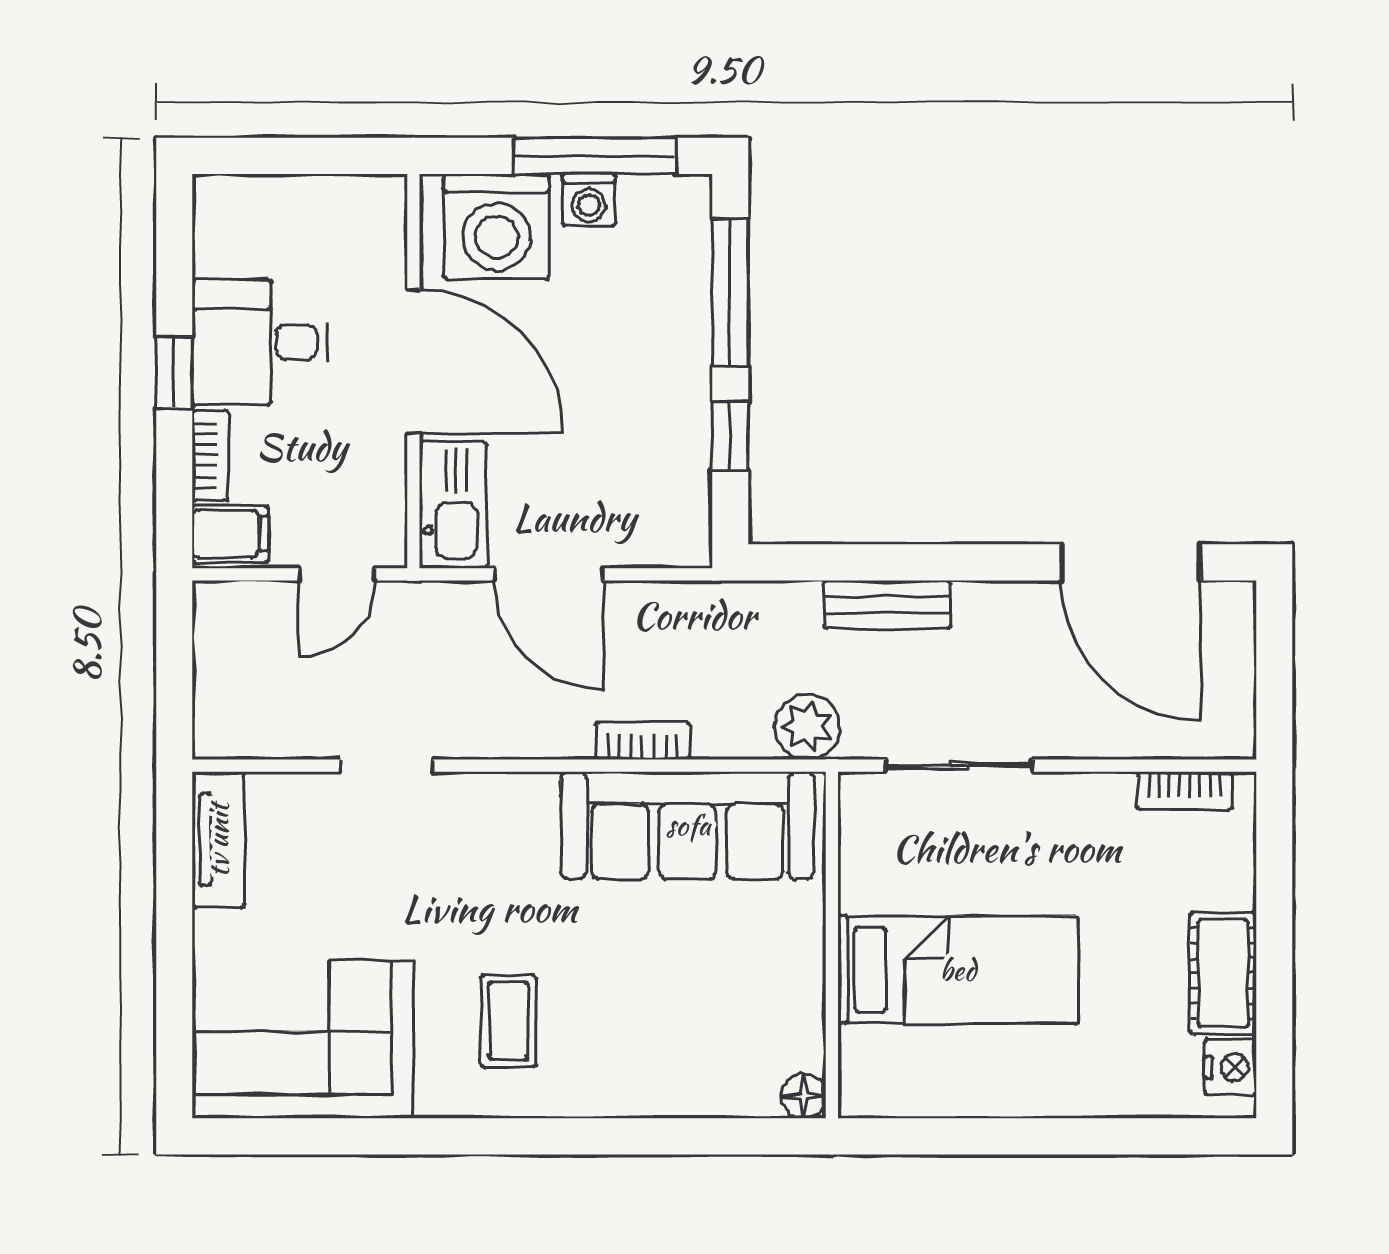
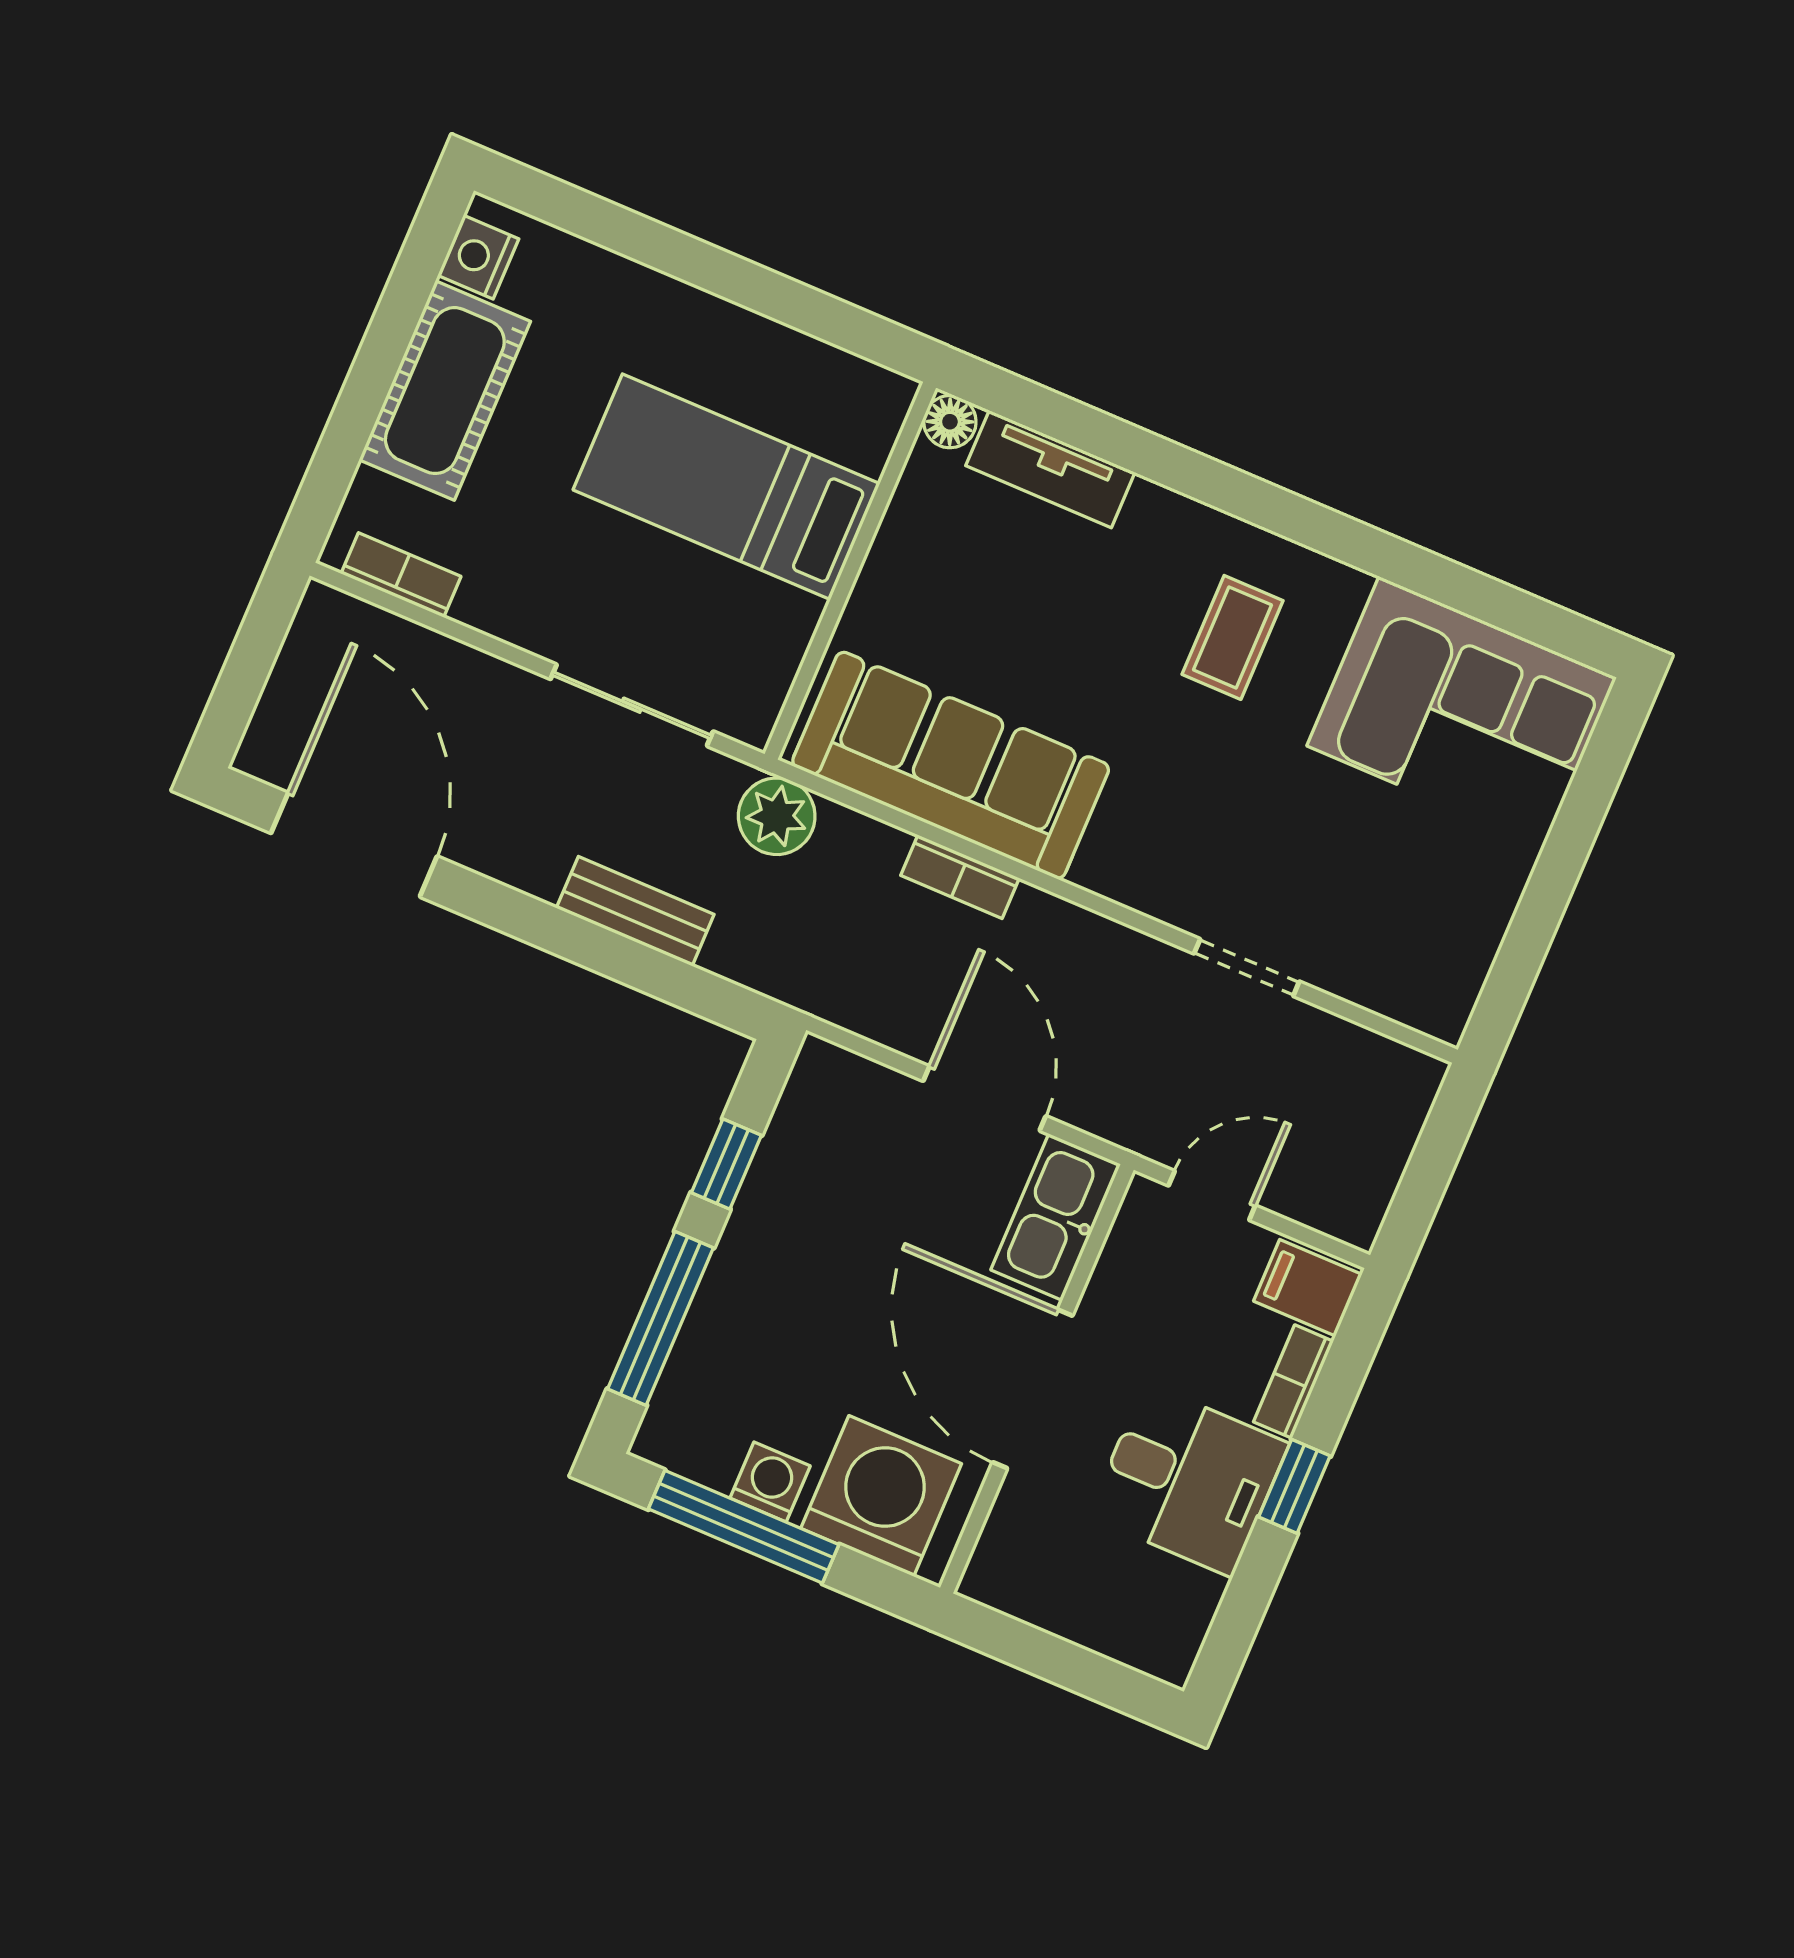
tv unit: (218, 840) -> (1050, 469), moved, turned -90
cot: (1223, 973) -> (445, 391), width x1.37, depth x1.34

